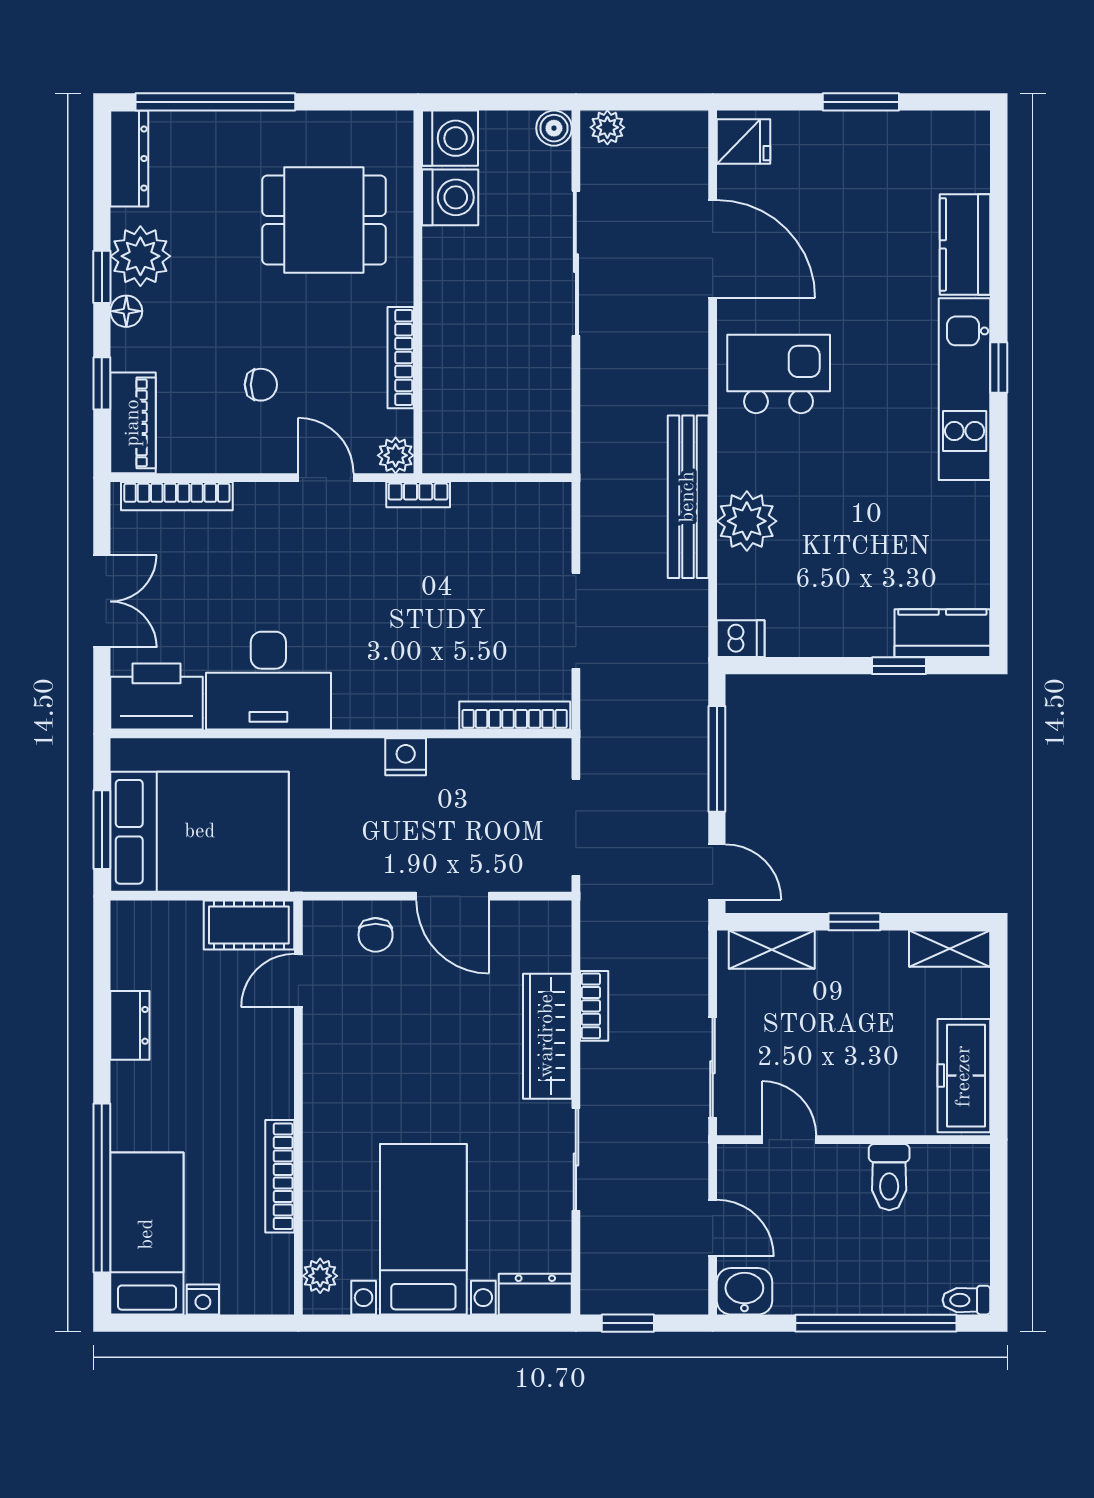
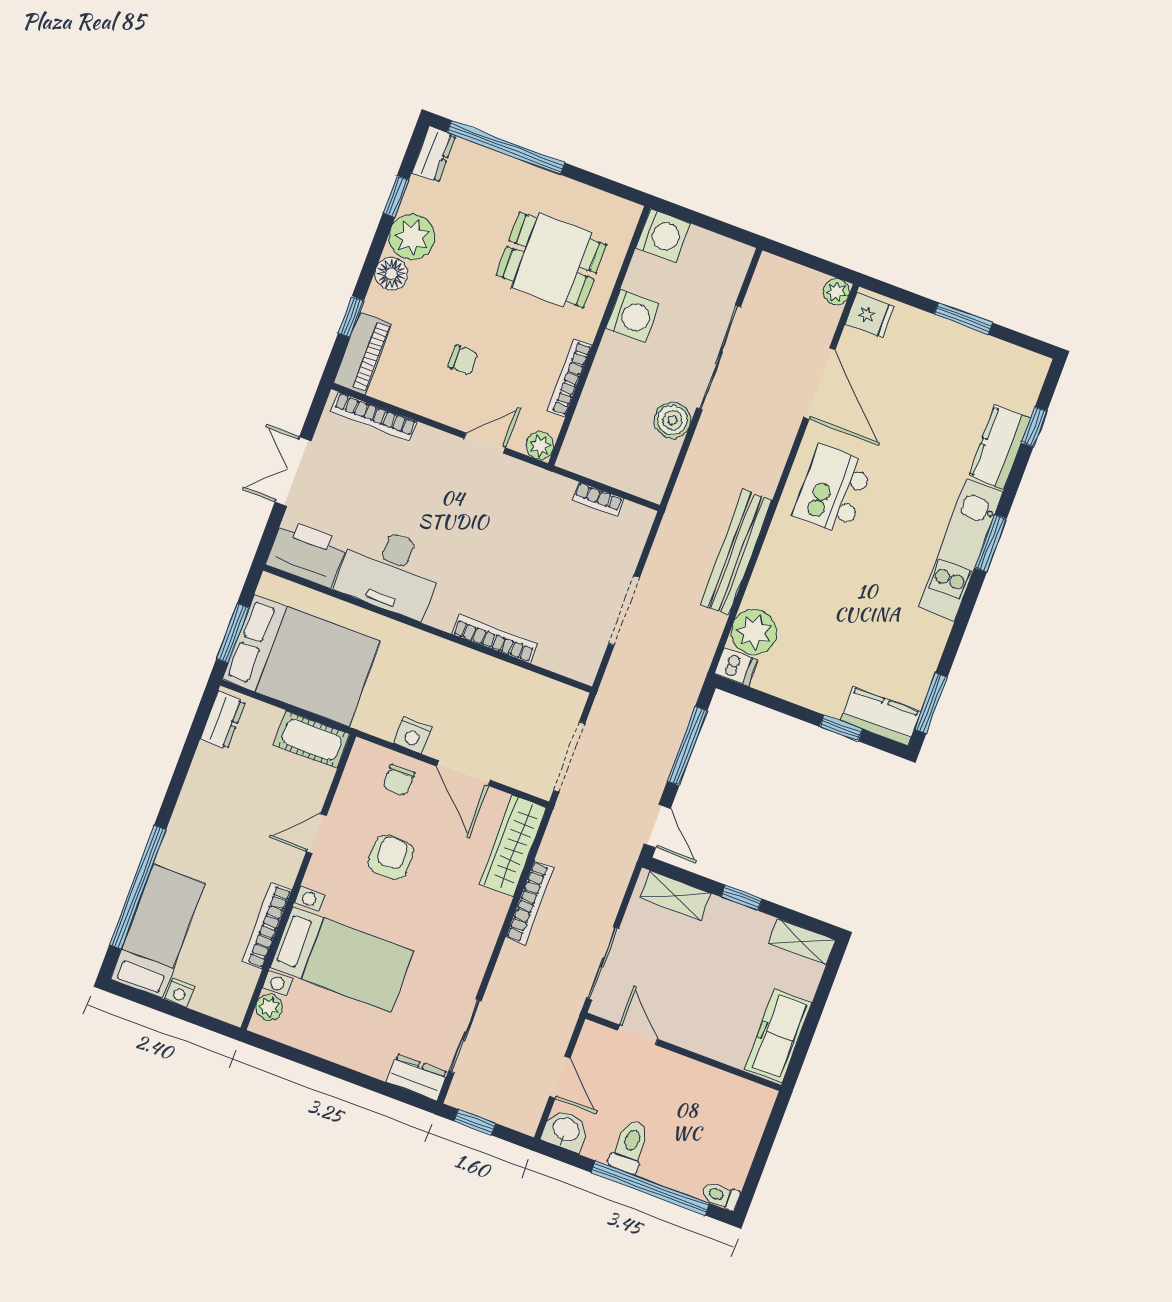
plant: (607, 127) -> (836, 292), moved
boiler: (554, 128) -> (672, 420), moved, width x1.36, depth x1.36
dresser: (129, 159) -> (434, 154), width x0.70
washing machine: (450, 197) -> (633, 316), moved
window: (999, 203) -> (1034, 427), added
window: (102, 277) -> (396, 197), moved
floor lamp: (126, 311) -> (391, 274), width x1.37, depth x1.37
window: (999, 367) -> (991, 543), width x1.50
kitchen island: (779, 374) -> (833, 490), turned -90
door: (326, 478) -> (485, 443), hinge flipped
bookcase: (418, 495) -> (598, 499), moved
plant: (747, 521) -> (754, 632), moved
window: (999, 593) -> (931, 703), added
double door: (102, 601) -> (293, 471), swing flipped
bookcase: (515, 715) -> (494, 639), moved
nightstand: (406, 757) -> (413, 736), moved, turned 180
door: (298, 980) -> (316, 834), moved
bookcase: (594, 1006) -> (530, 902), width x1.56
dresser: (130, 1025) -> (223, 720), moved
armchair: (401, 1034) -> (391, 857), added
wardrobe: (547, 1036) -> (513, 846), moved
sliding door: (576, 1159) -> (465, 1036), moved
toilet: (889, 1177) -> (630, 1146), moved, turned 180
bed with nightstands: (423, 1229) -> (342, 959), moved, turned 90

